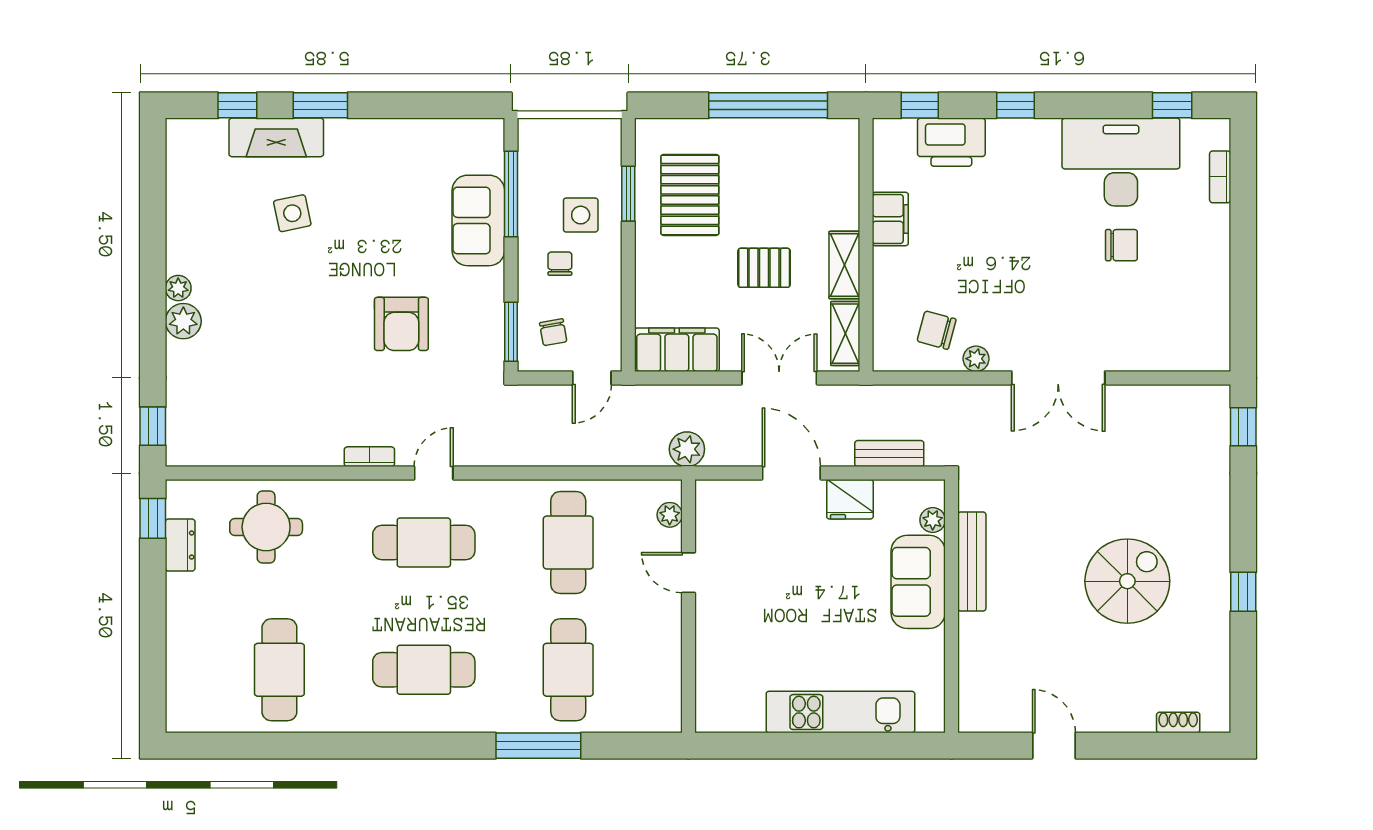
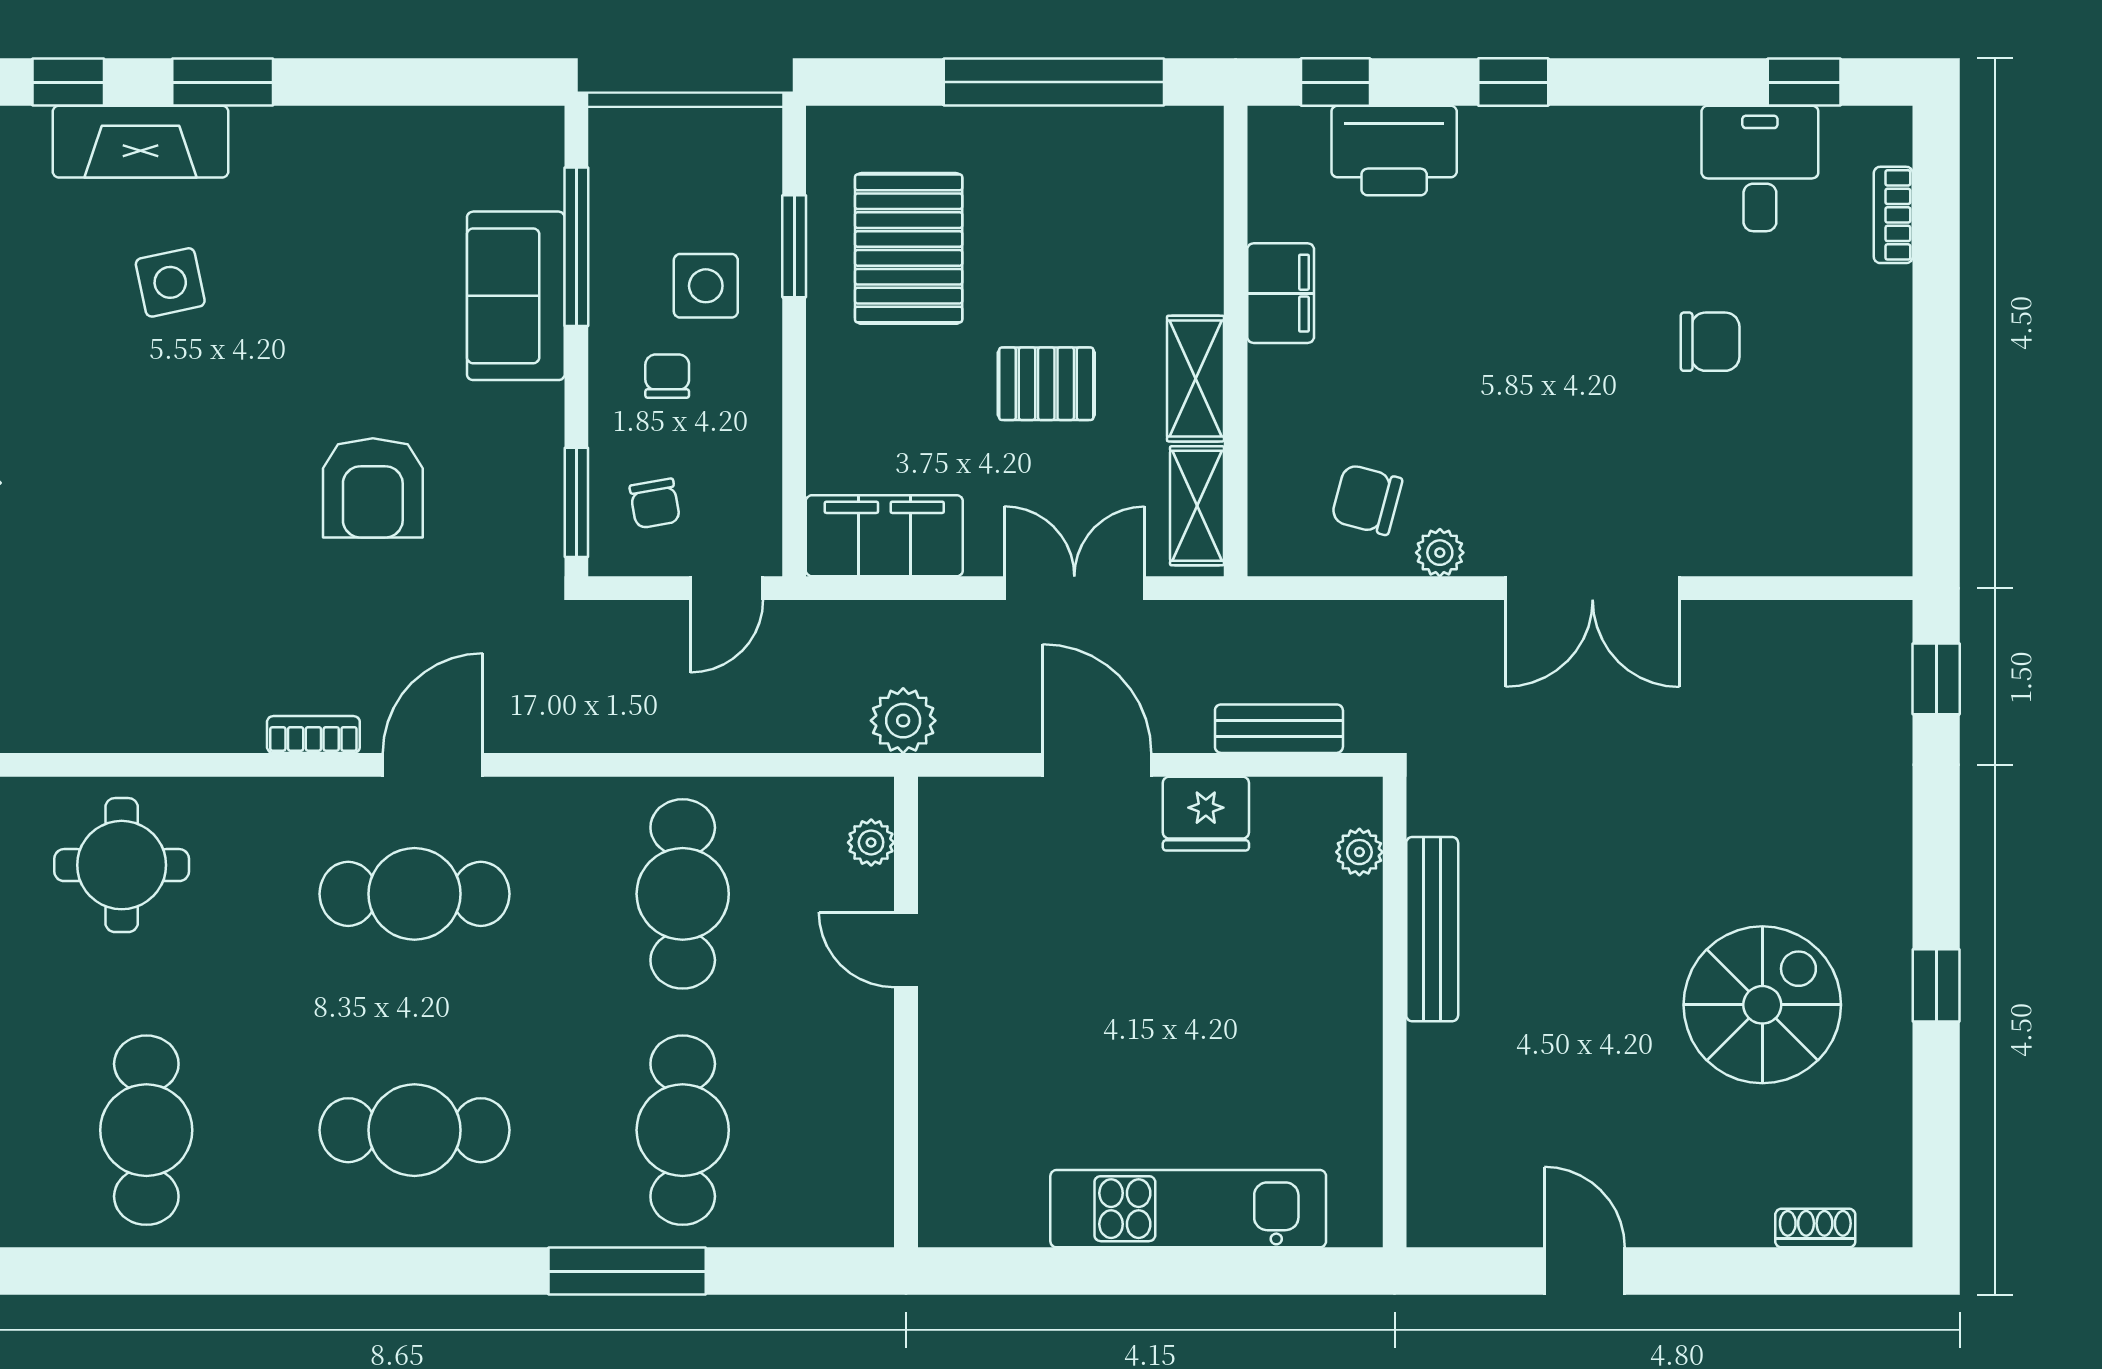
desk: (1121, 162) -> (1760, 168), width x0.53, depth x0.77
door: (434, 473) -> (433, 765), width x1.38
spiral stairs: (1127, 581) -> (1762, 1005), moved
sofa: (918, 582) -> (1333, 967), removed

